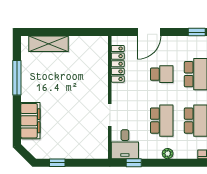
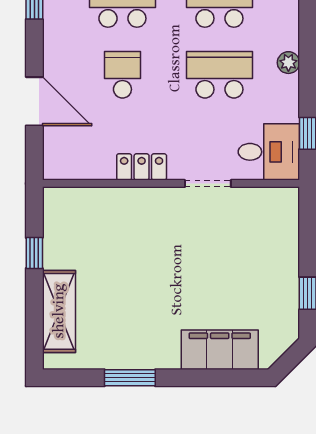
window: (77, 32) -> (34, 253), added
locker: (118, 64) -> (142, 167), moved, width x0.66
window: (17, 78) -> (130, 378), width x0.69

